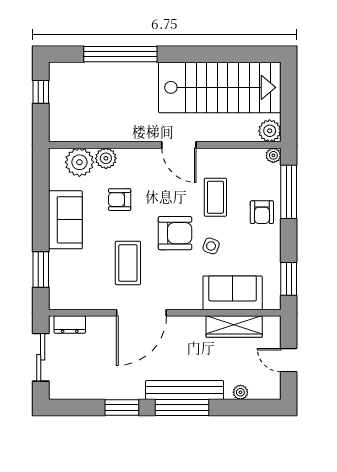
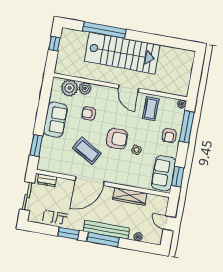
stairs: (220, 87) -> (122, 53), moved
plant: (270, 131) -> (182, 90), removed
coffee table: (215, 197) -> (151, 109), moved
coffee table: (128, 263) -> (87, 151), turned -60
sofa: (233, 293) -> (164, 173), moved, turned -90
wardrobe: (234, 327) -> (130, 196), moved

